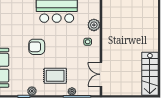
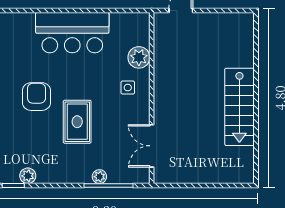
armchair: (37, 47) -> (36, 97), turned 90
stairs: (150, 74) -> (239, 107), moved
rug: (55, 76) -> (77, 122), moved, turned 90

